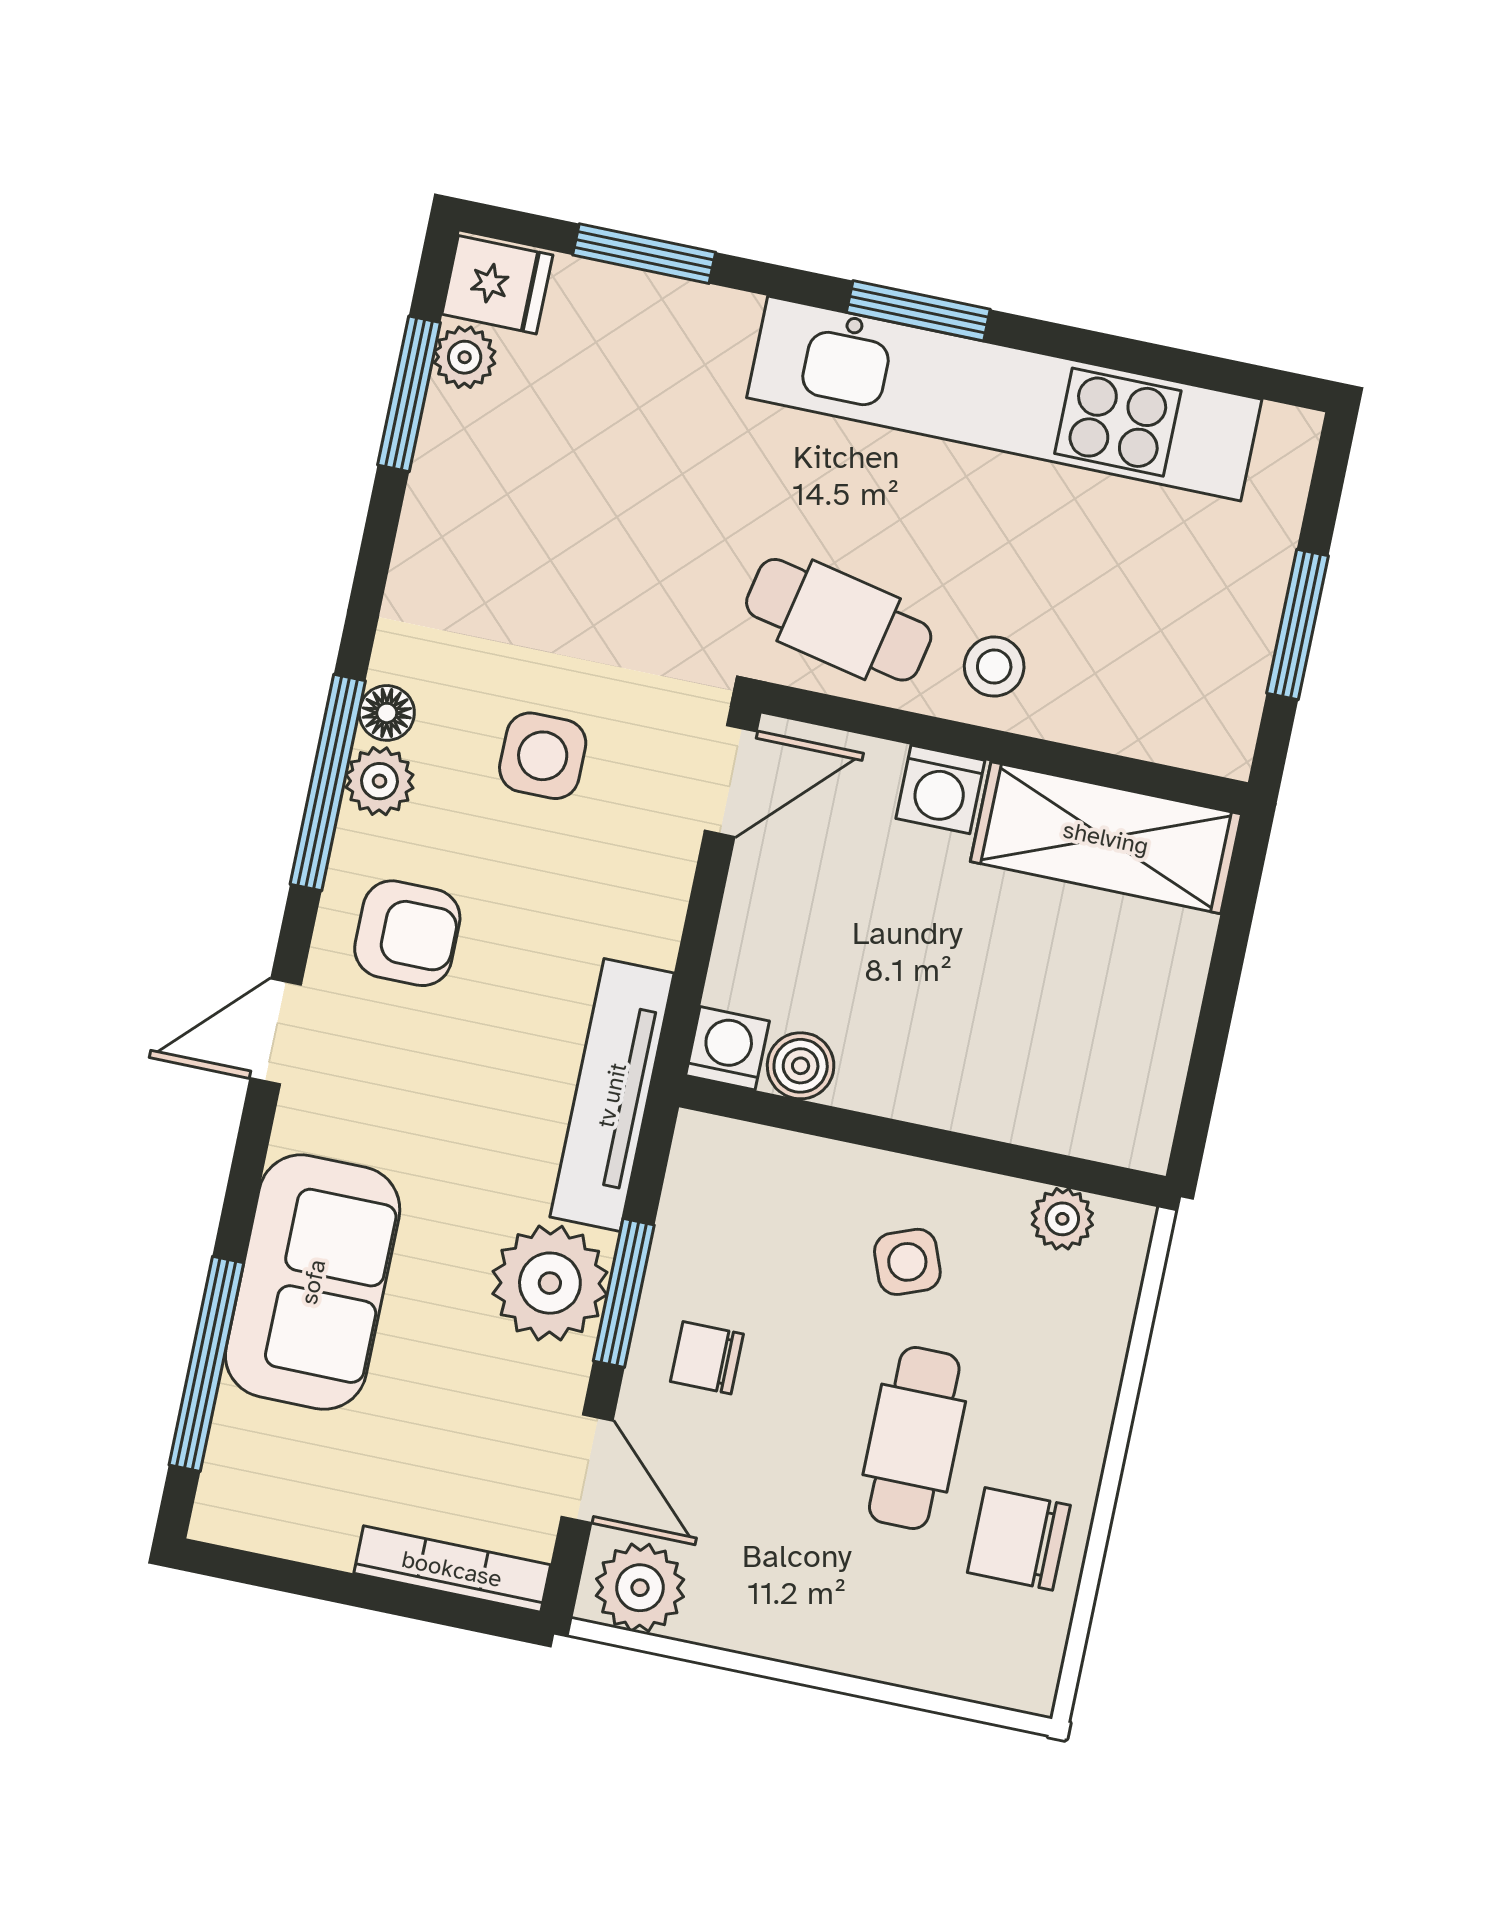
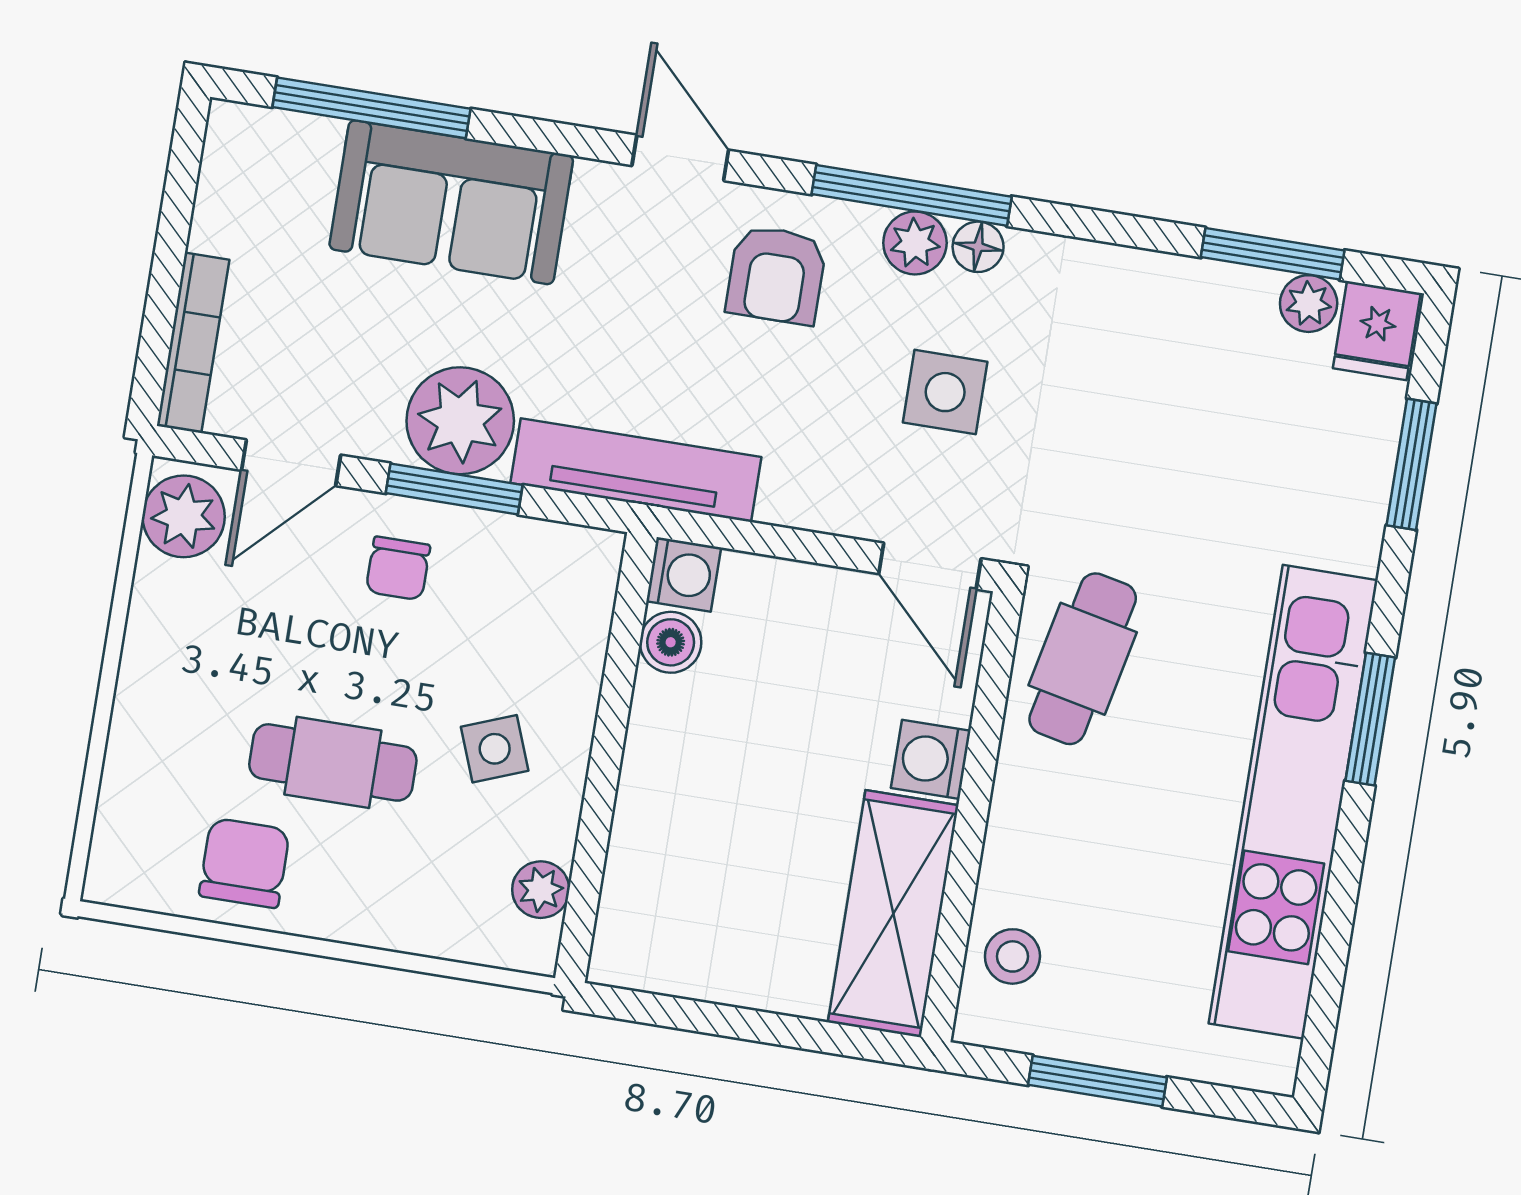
stool: (994, 667) -> (1012, 956), moved
chair: (707, 1358) -> (398, 568), turned 180

